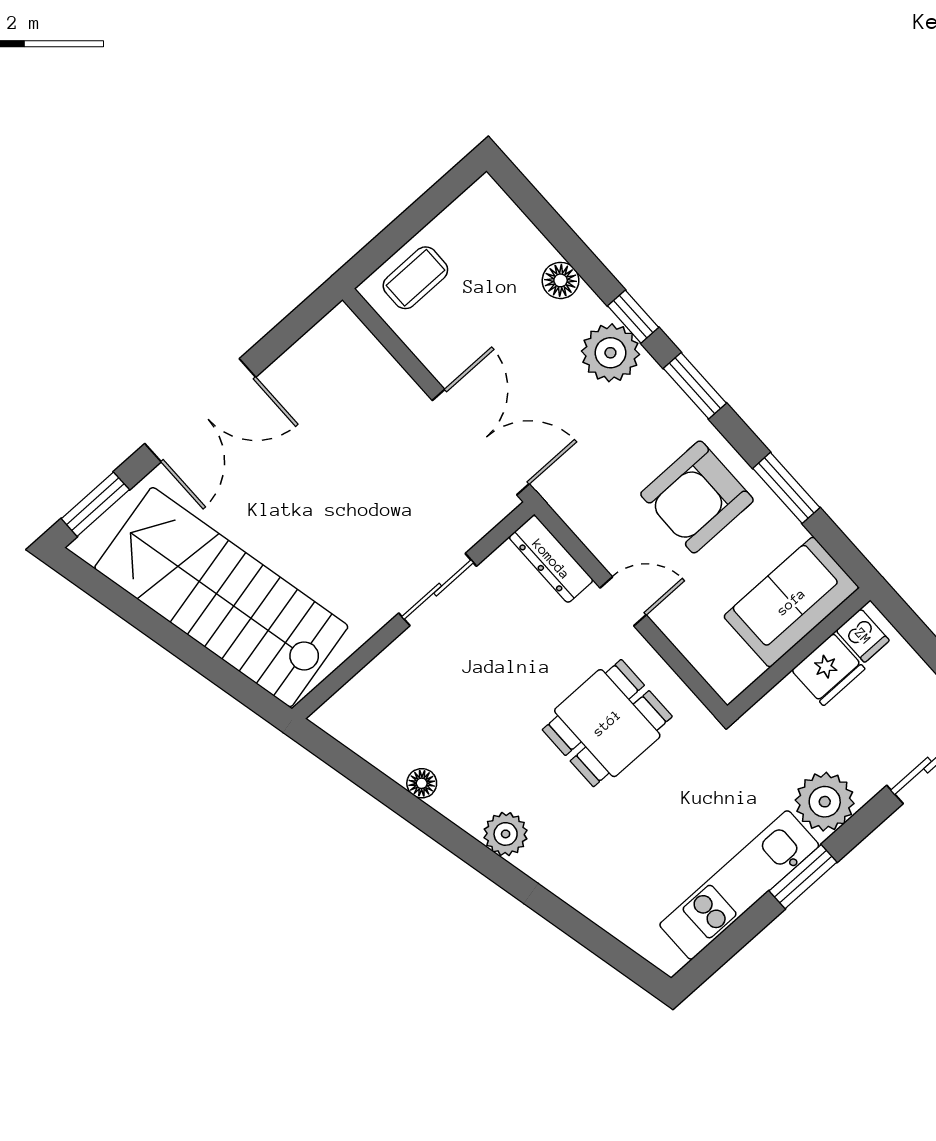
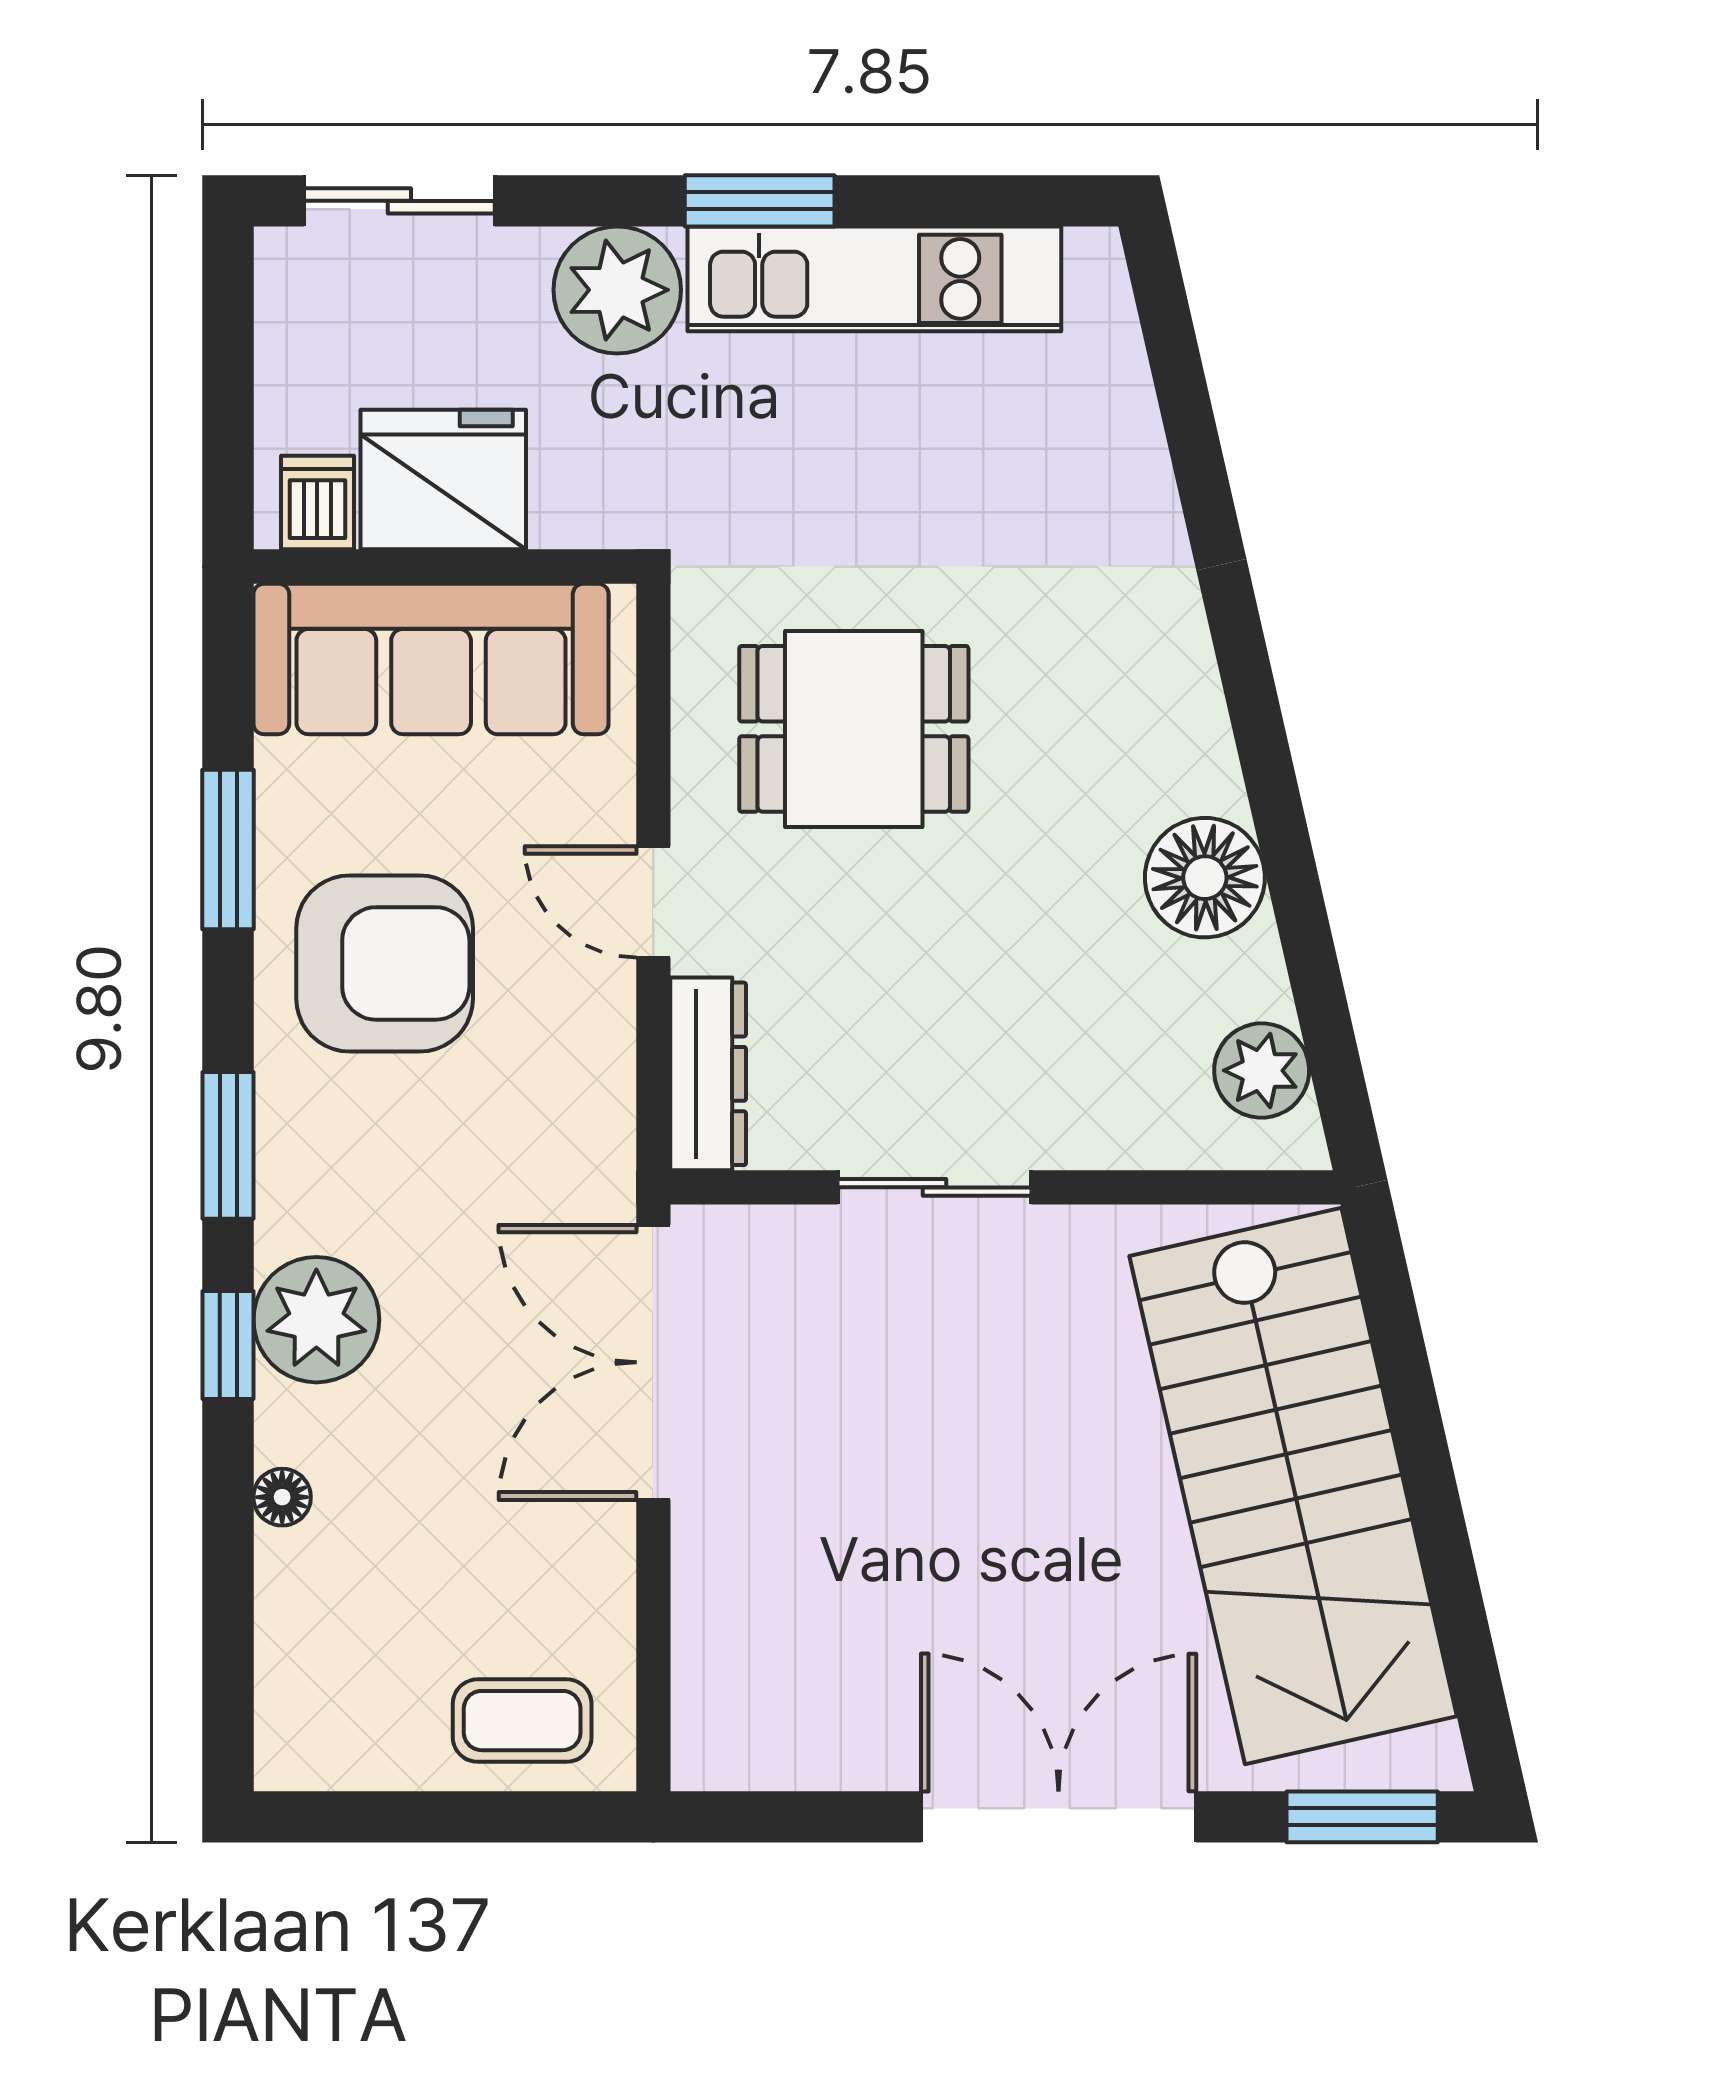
floor lamp: (561, 280) -> (282, 1497), width x0.73, depth x0.73
sofa: (791, 602) -> (431, 659), width x1.36
fridge: (828, 670) -> (443, 480), width x1.36, depth x1.34
floor lamp: (422, 783) -> (1205, 878), width x1.89, depth x1.89
plant: (506, 834) -> (1262, 1071), moved

